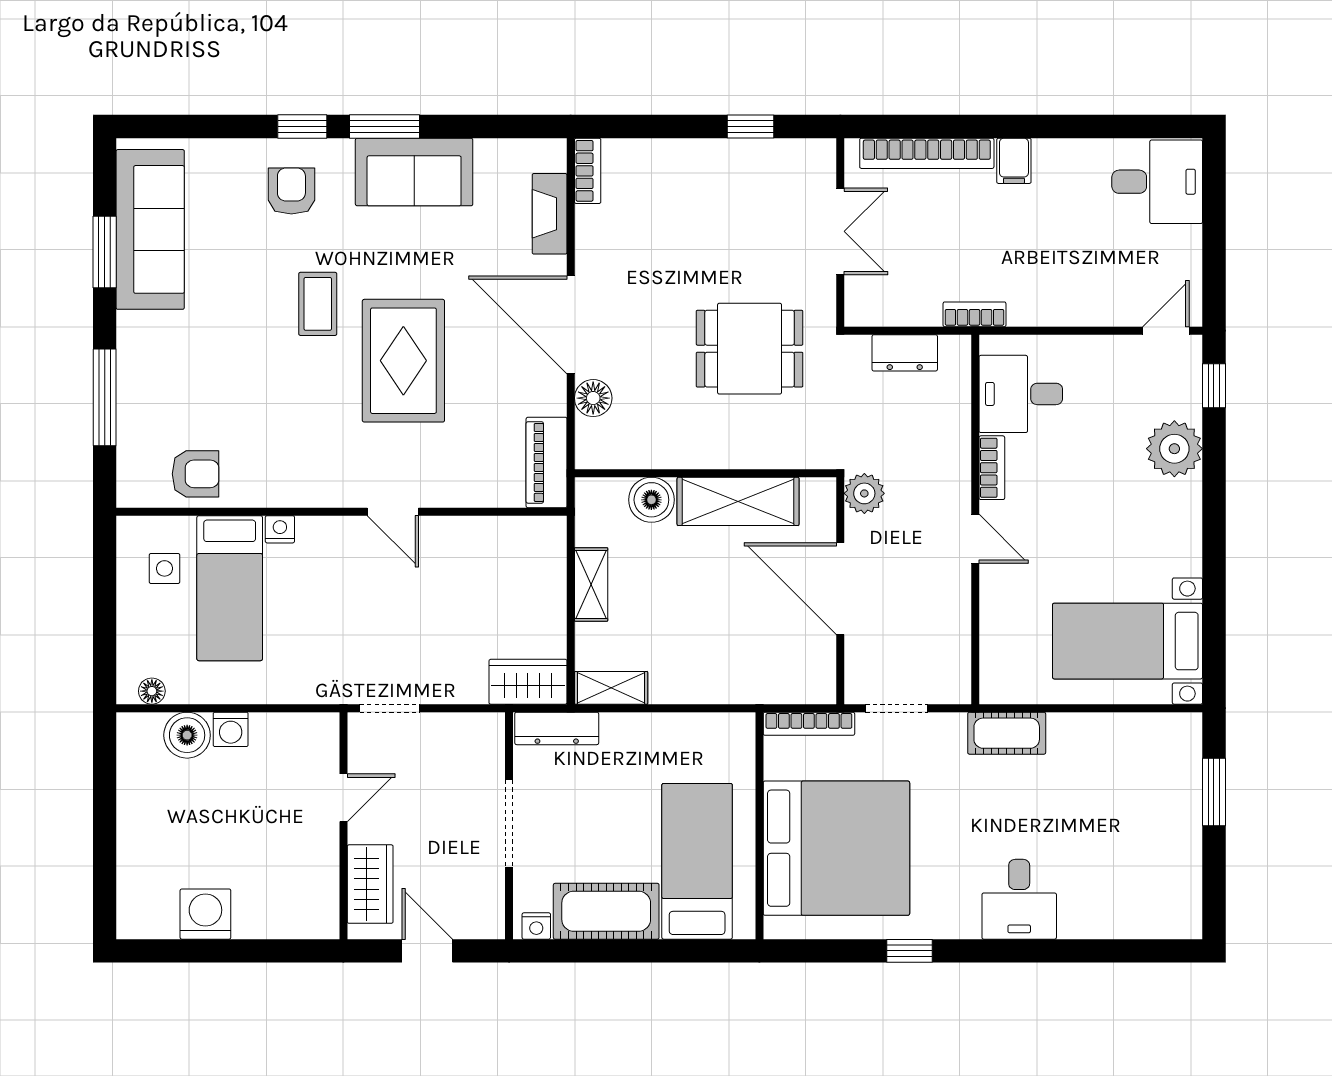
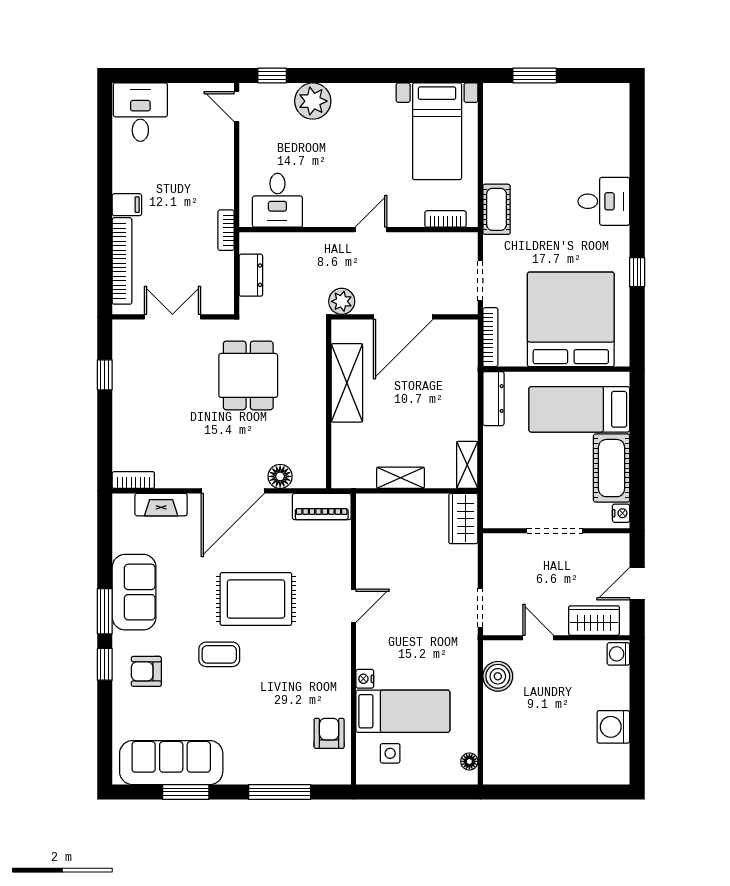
bookcase: (992, 468) -> (446, 219), moved
boiler: (651, 500) -> (346, 439), removed
dresser: (557, 728) -> (493, 399), moved
washing machine: (231, 729) -> (618, 654), moved, turned 180
boiler: (187, 735) -> (498, 676), moved

